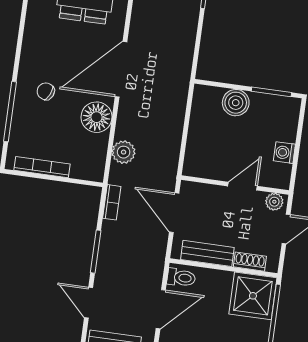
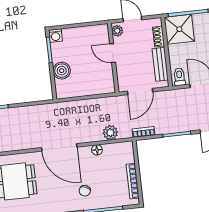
floor lamp: (97, 117) -> (97, 150), width x0.53, depth x0.53
washing machine: (284, 153) -> (56, 36), moved

